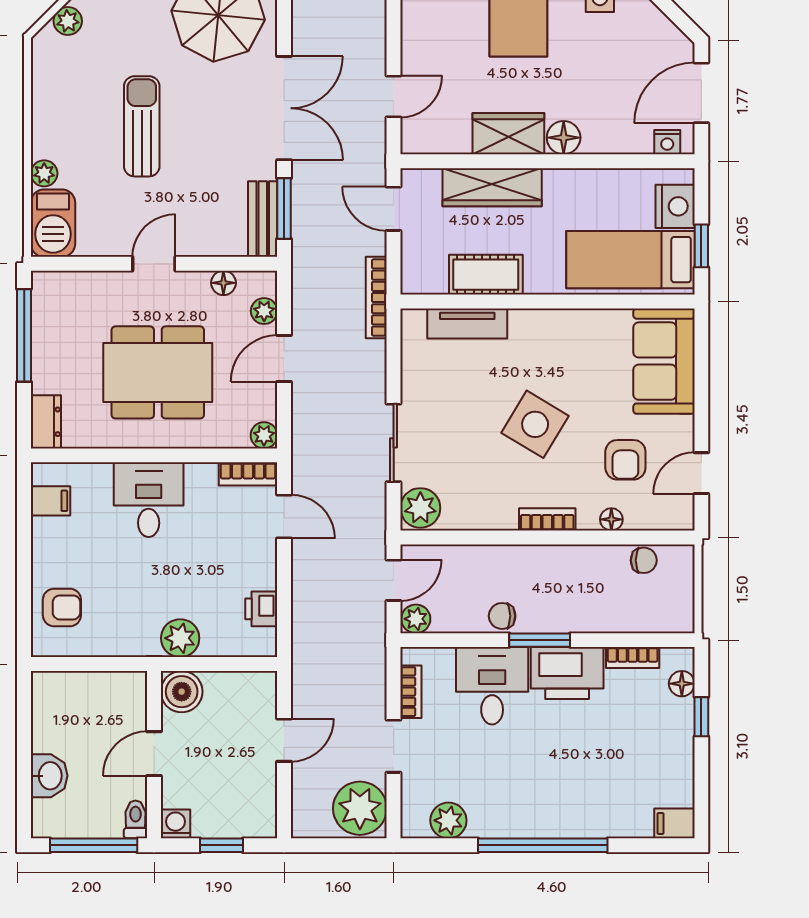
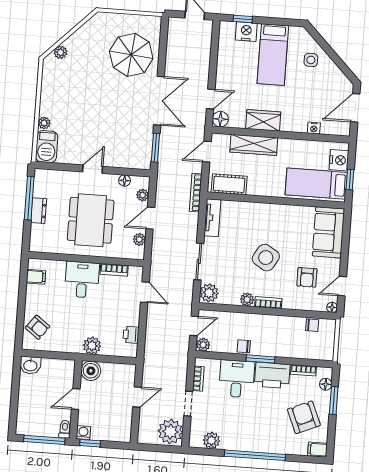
sun lounger: (142, 126) -> (92, 104), removed
floor lamp: (564, 138) -> (220, 119), moved
nightstand: (667, 142) -> (314, 128), moved
door: (394, 209) -> (207, 152), hinge flipped
bench: (263, 219) -> (145, 152), removed
cot: (486, 275) -> (229, 184), moved
tv unit: (467, 323) -> (212, 218), moved, turned -90
dining table: (158, 372) -> (91, 220), turned 90
dresser: (46, 422) -> (39, 211), moved
plant: (264, 435) -> (139, 239), moved
bookcase: (248, 474) -> (114, 270), moved
plant: (502, 516) -> (247, 300), added
floor lamp: (611, 519) -> (332, 307), moved
armchair: (62, 607) -> (38, 327), turned 37
window: (701, 717) -> (334, 400), width x1.50
armchair: (641, 757) -> (304, 417), added
washbasin: (49, 776) -> (30, 365), moved, turned 90
window: (221, 845) -> (90, 443), moved

